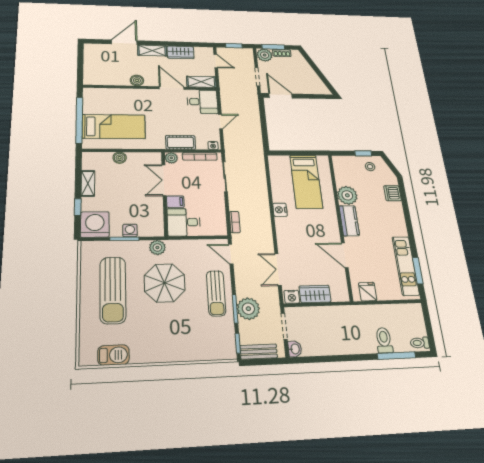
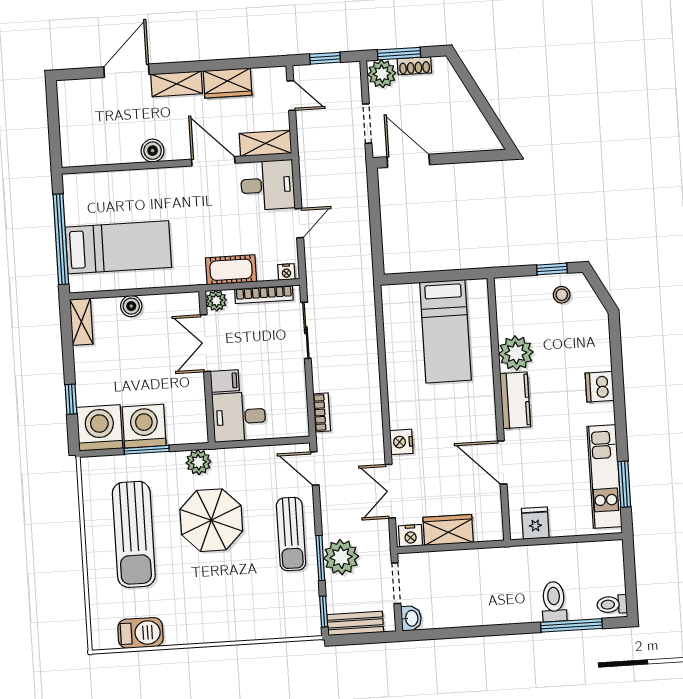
shelving: (88, 183) -> (81, 322), moved
dishwasher: (392, 193) -> (600, 387), moved
nightstand: (280, 210) -> (401, 442), moved
washing machine: (130, 230) -> (144, 426), width x1.89, depth x1.89

